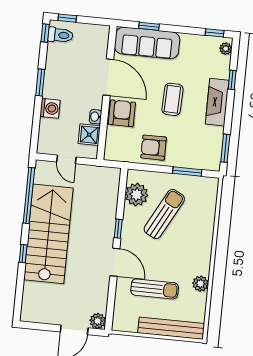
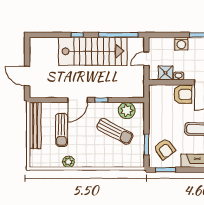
armchair: (154, 148) -> (164, 149), moved, turned 143
plant: (98, 321) -> (35, 92), removed
bench: (171, 328) -> (35, 125), moved

